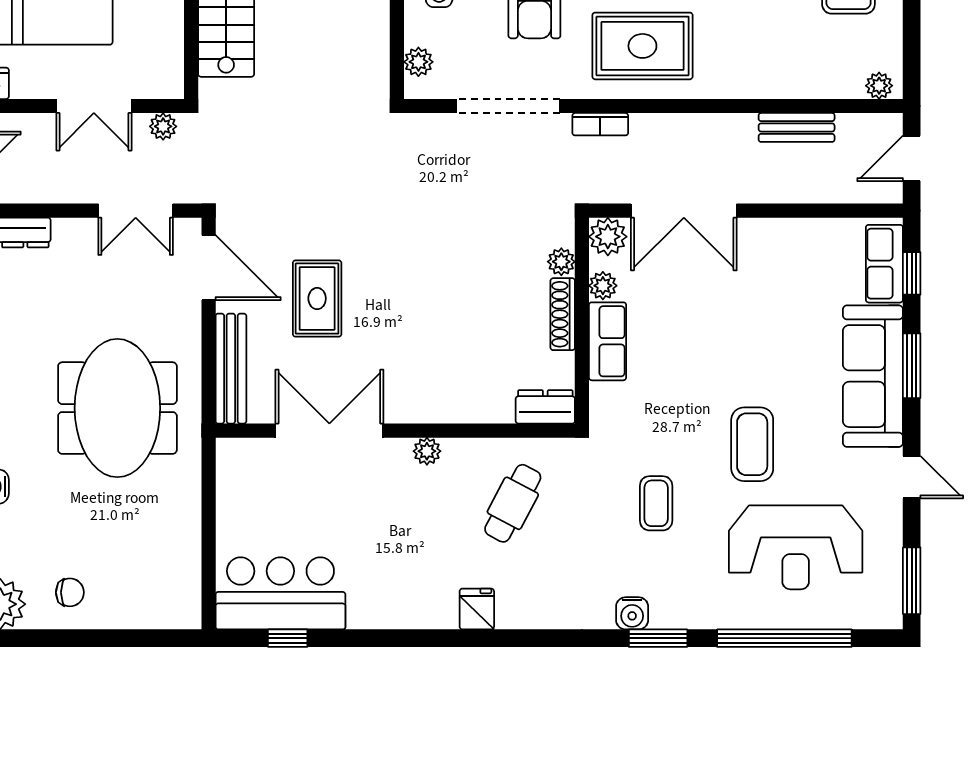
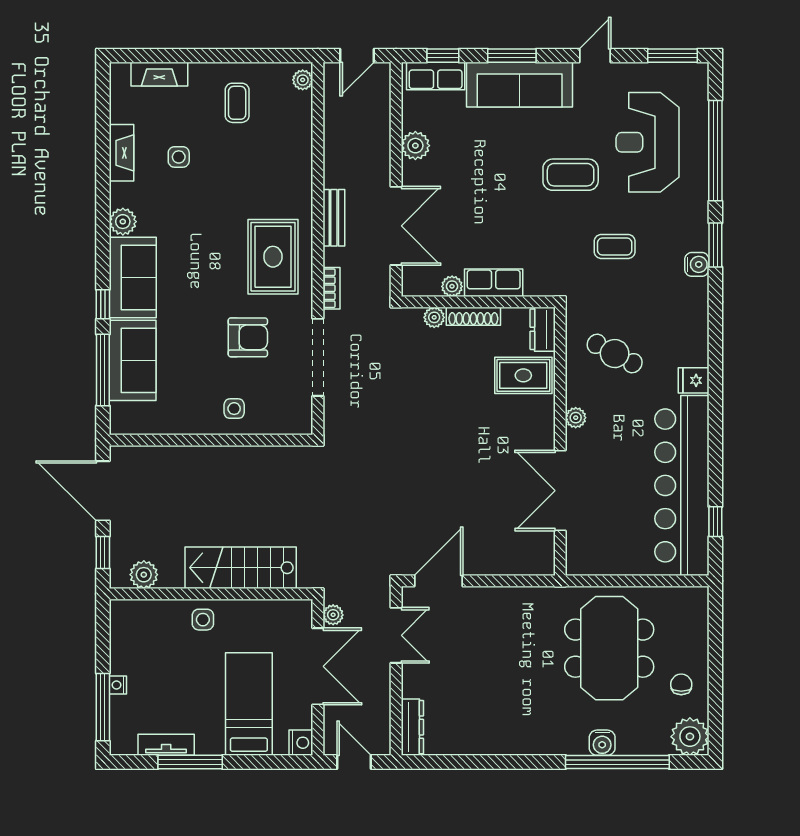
plant: (418, 62) -> (285, 424), removed
double door: (94, 106) -> (318, 666), width x1.37
bench: (797, 127) -> (334, 218), moved
door: (912, 158) -> (357, 56), hinge flipped
plant: (608, 237) -> (415, 146), moved
rug: (317, 299) -> (523, 375), moved
bench: (231, 369) -> (514, 564), removed
meeting table: (117, 408) -> (609, 648), moved, turned 90
reception desk: (796, 547) -> (648, 142), turned 180
bar counter: (280, 593) -> (682, 485), width x1.86

